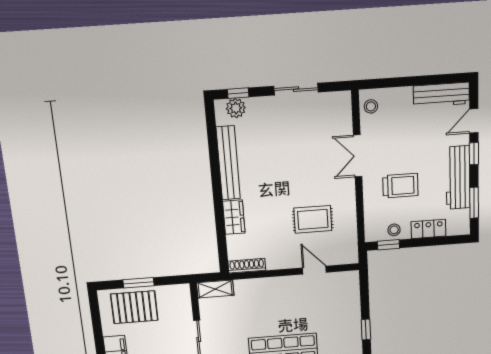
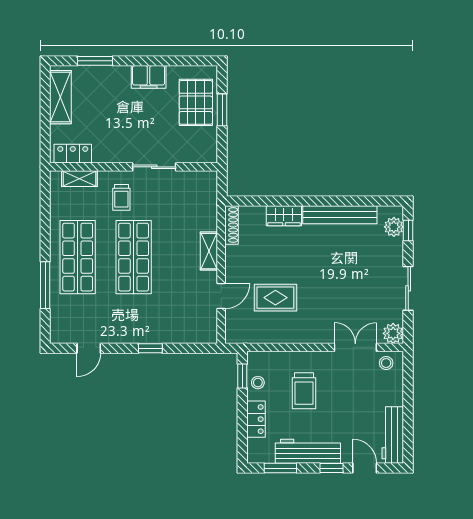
plant: (341, 101) -> (393, 333), added
double door: (358, 156) -> (355, 347), moved
rug: (313, 219) -> (275, 298), turned 90
shelving: (215, 289) -> (209, 251), moved

